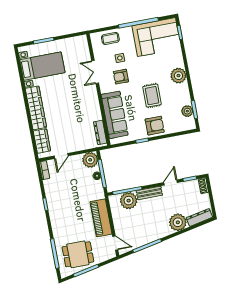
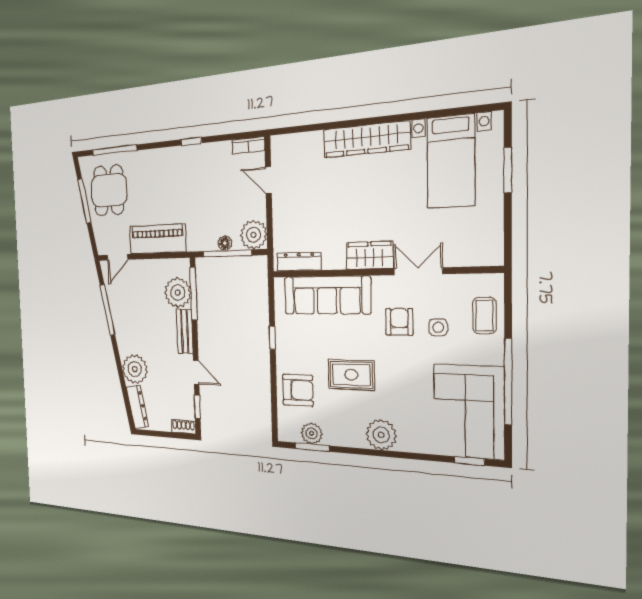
armchair: (155, 126) -> (298, 390), moved, turned -90
wardrobe: (42, 141) -> (370, 255), moved, turned 180

